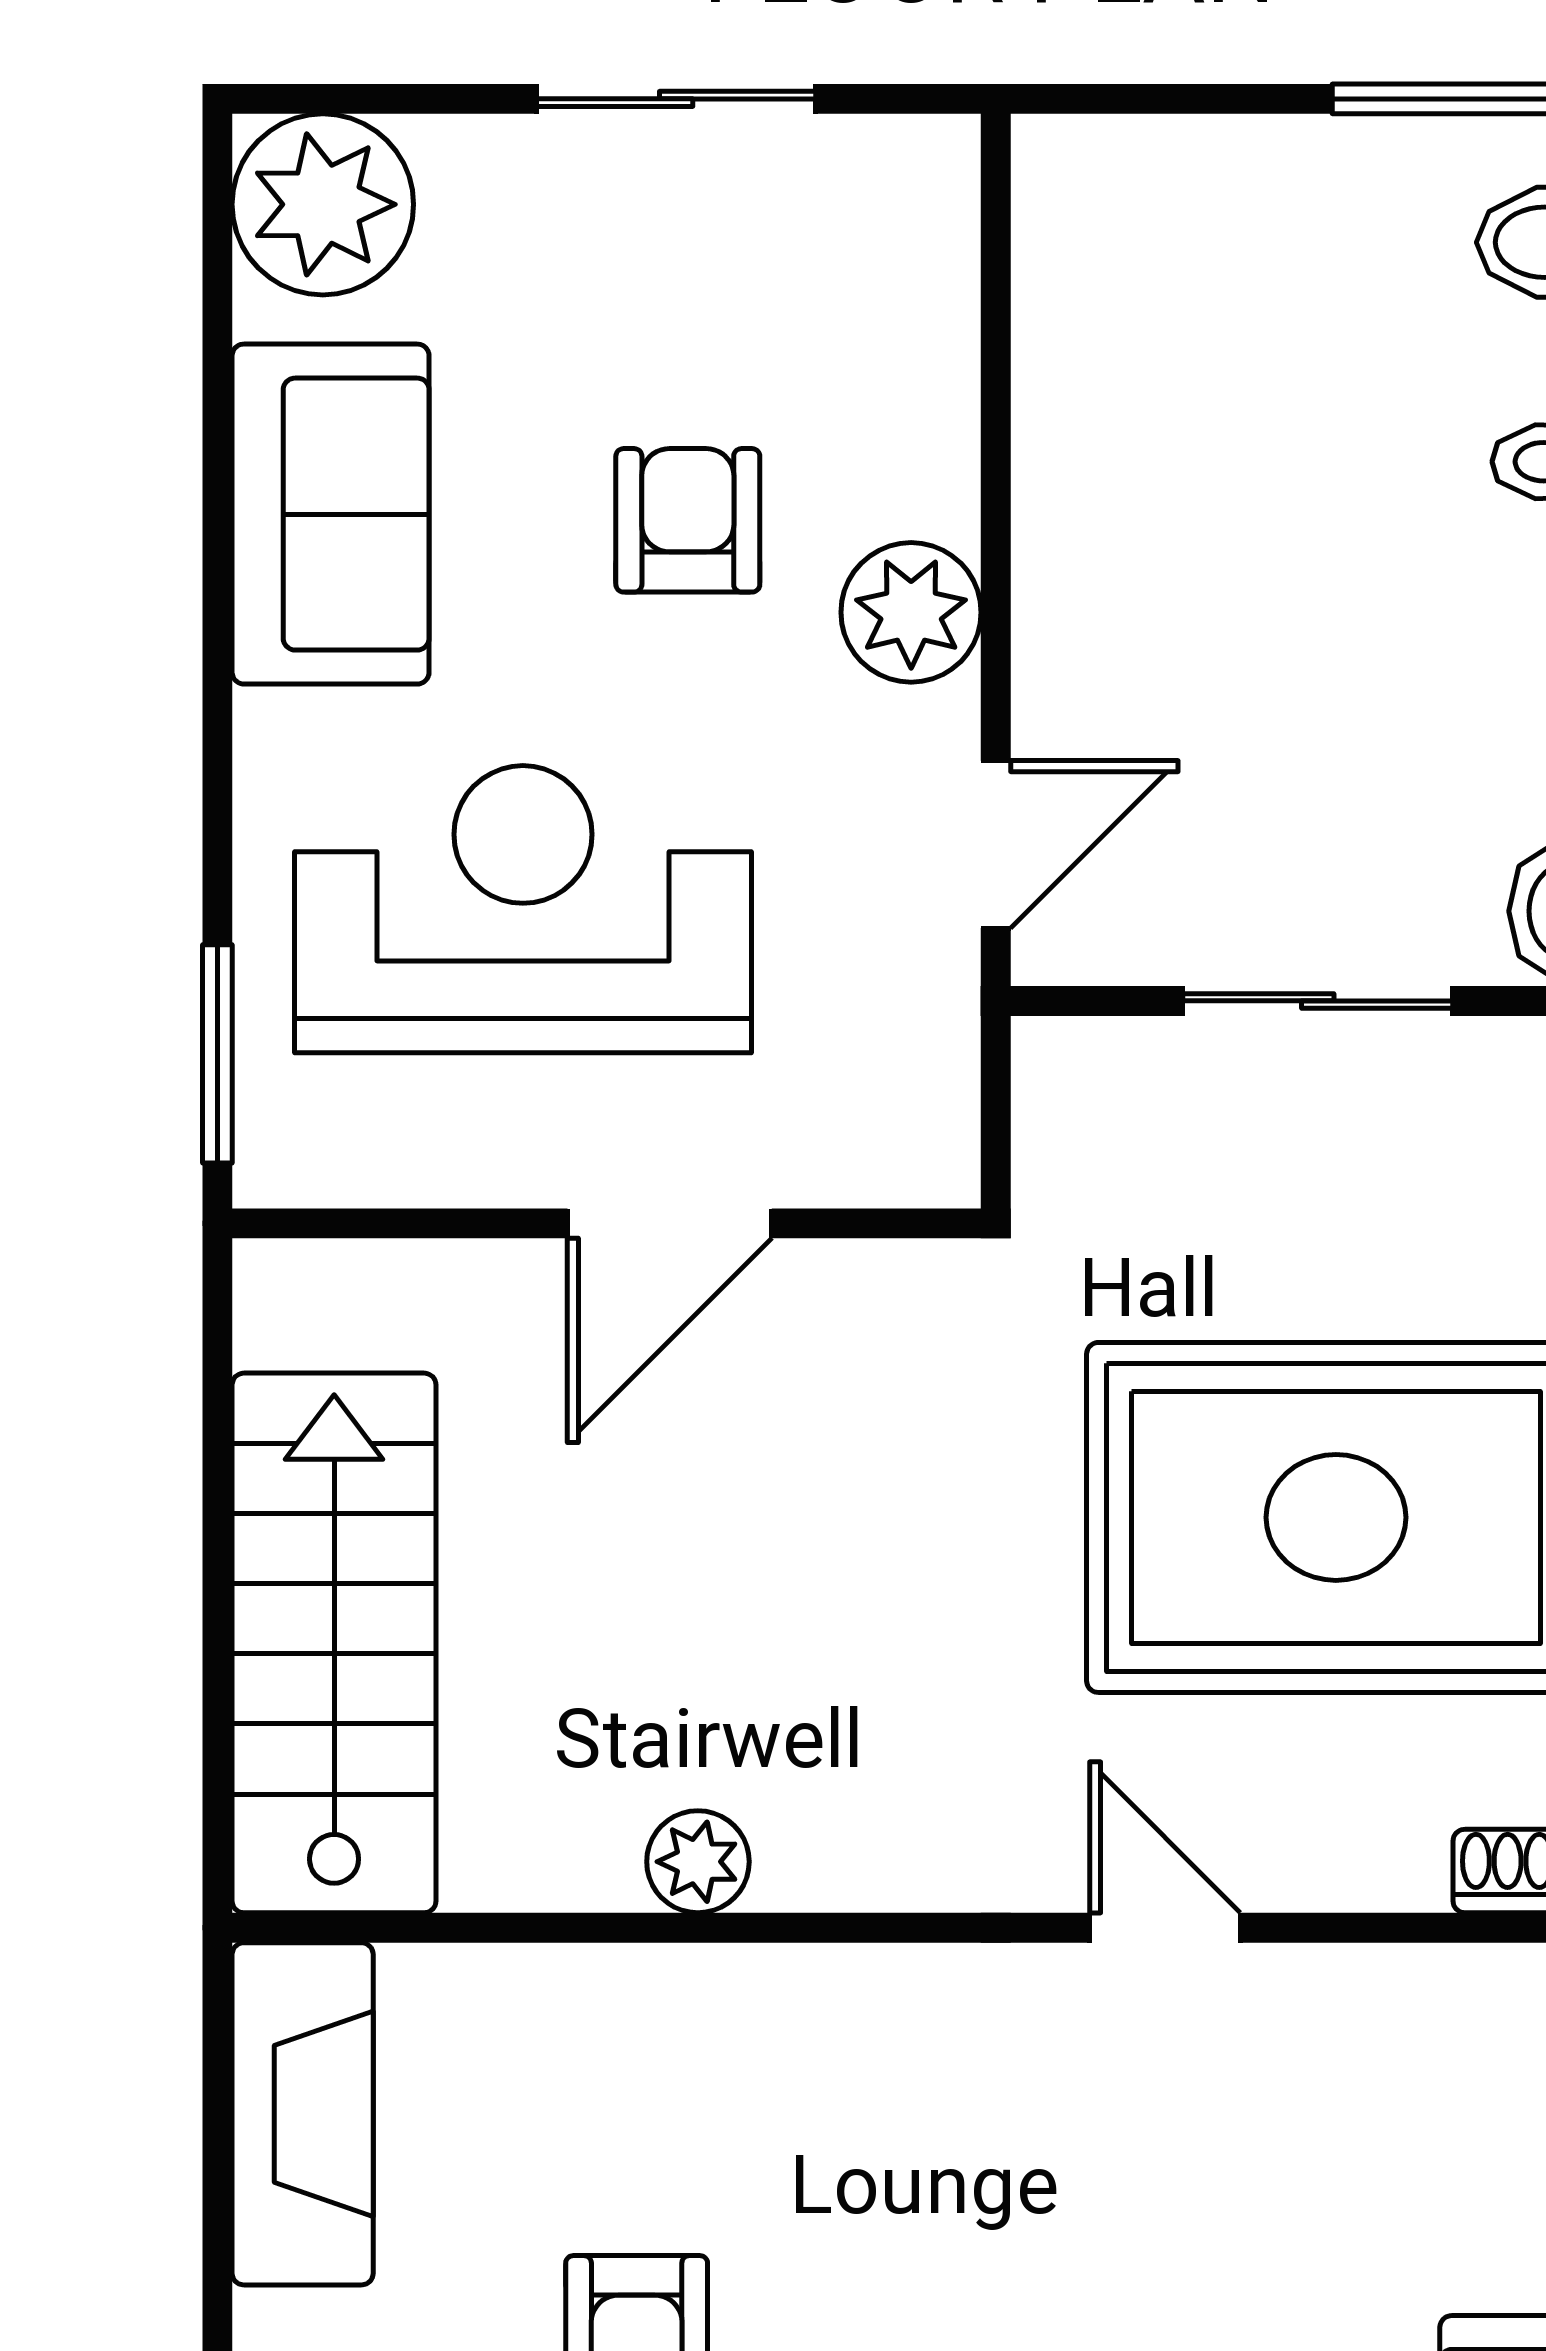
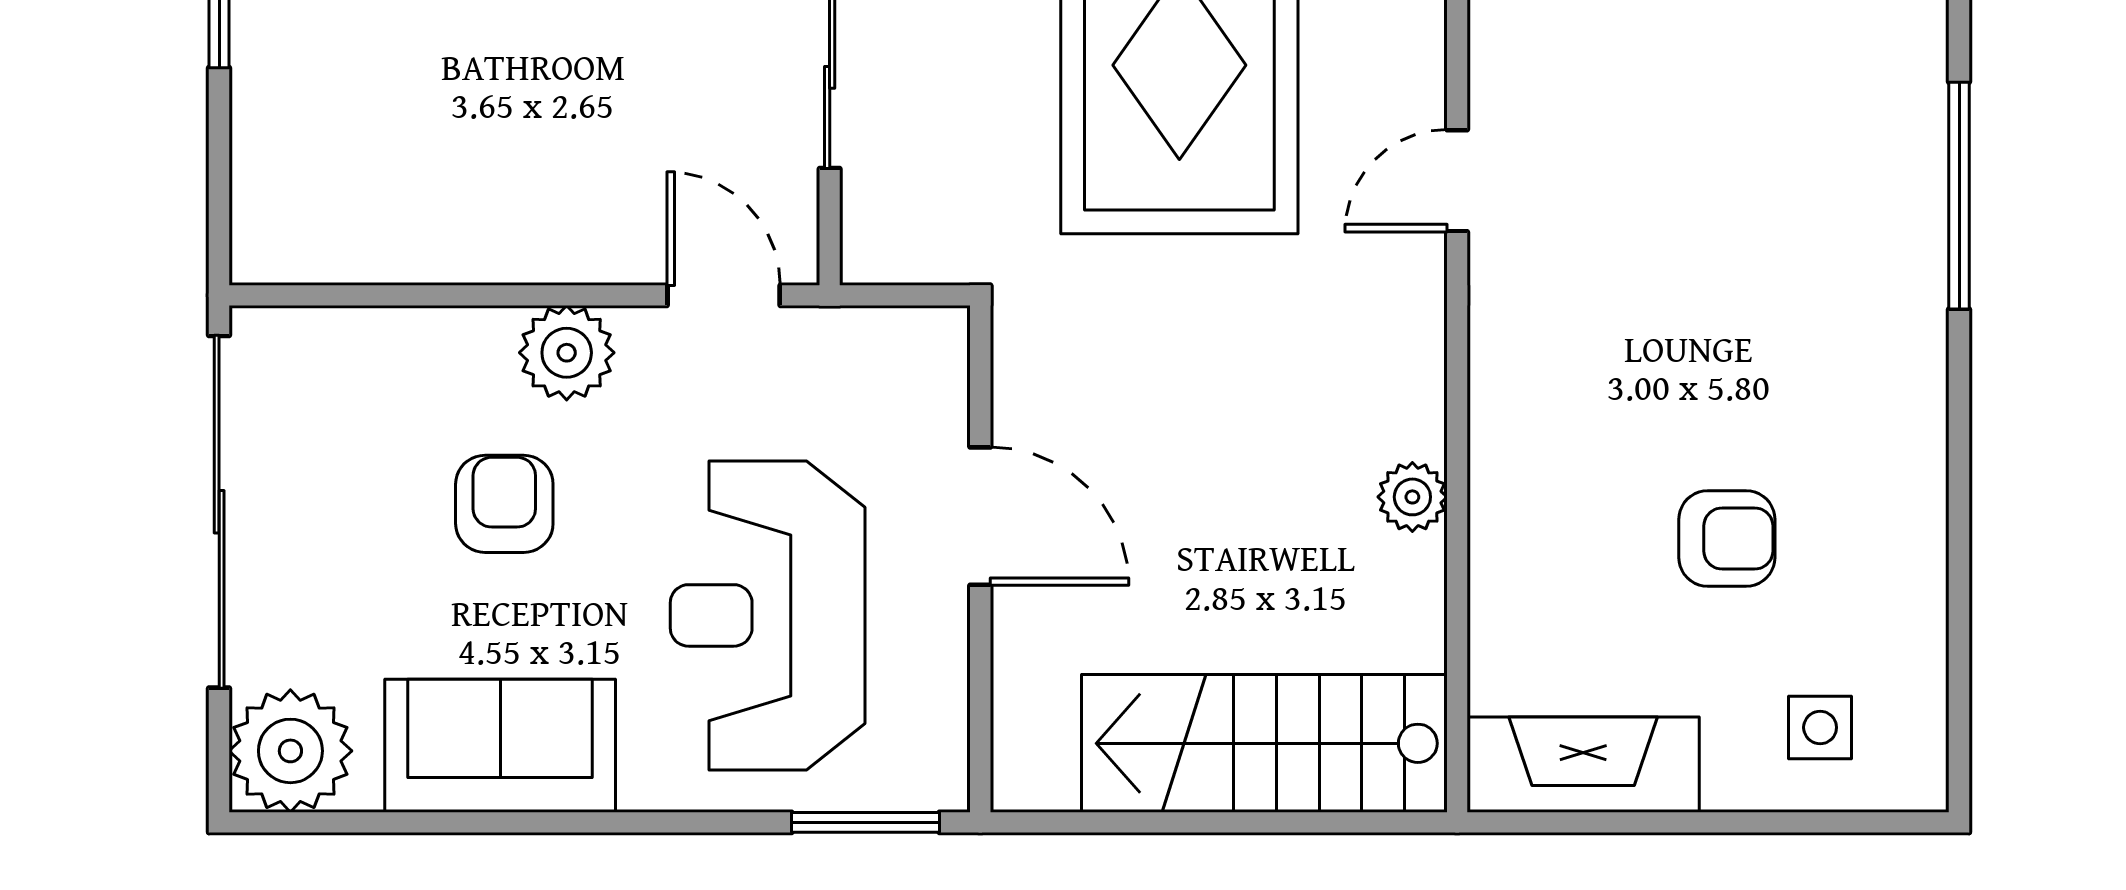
sliding door: (676, 99) -> (219, 512), width x1.86
armchair: (688, 520) -> (504, 504), turned 90

